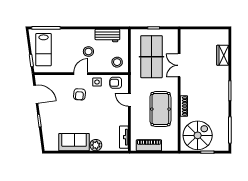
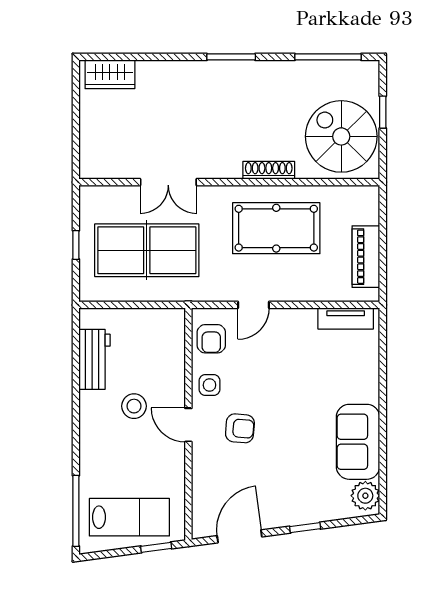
wardrobe: (223, 55) -> (110, 74), moved
stool: (117, 62) -> (160, 335), removed
plant: (96, 145) -> (365, 496), moved

